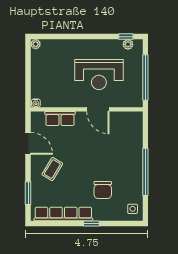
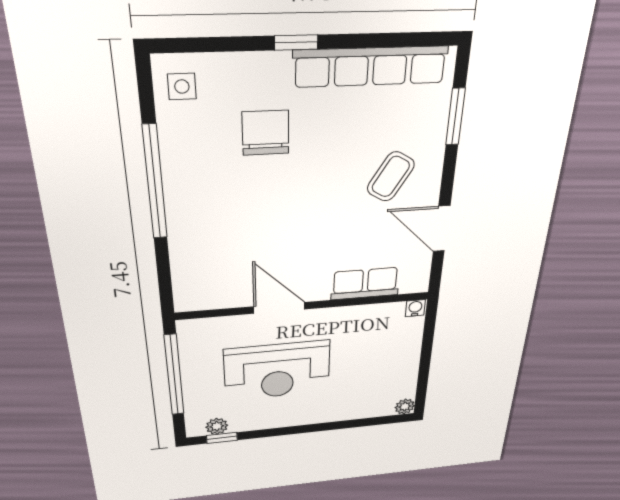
reception desk: (99, 75) -> (277, 371), turned 180

